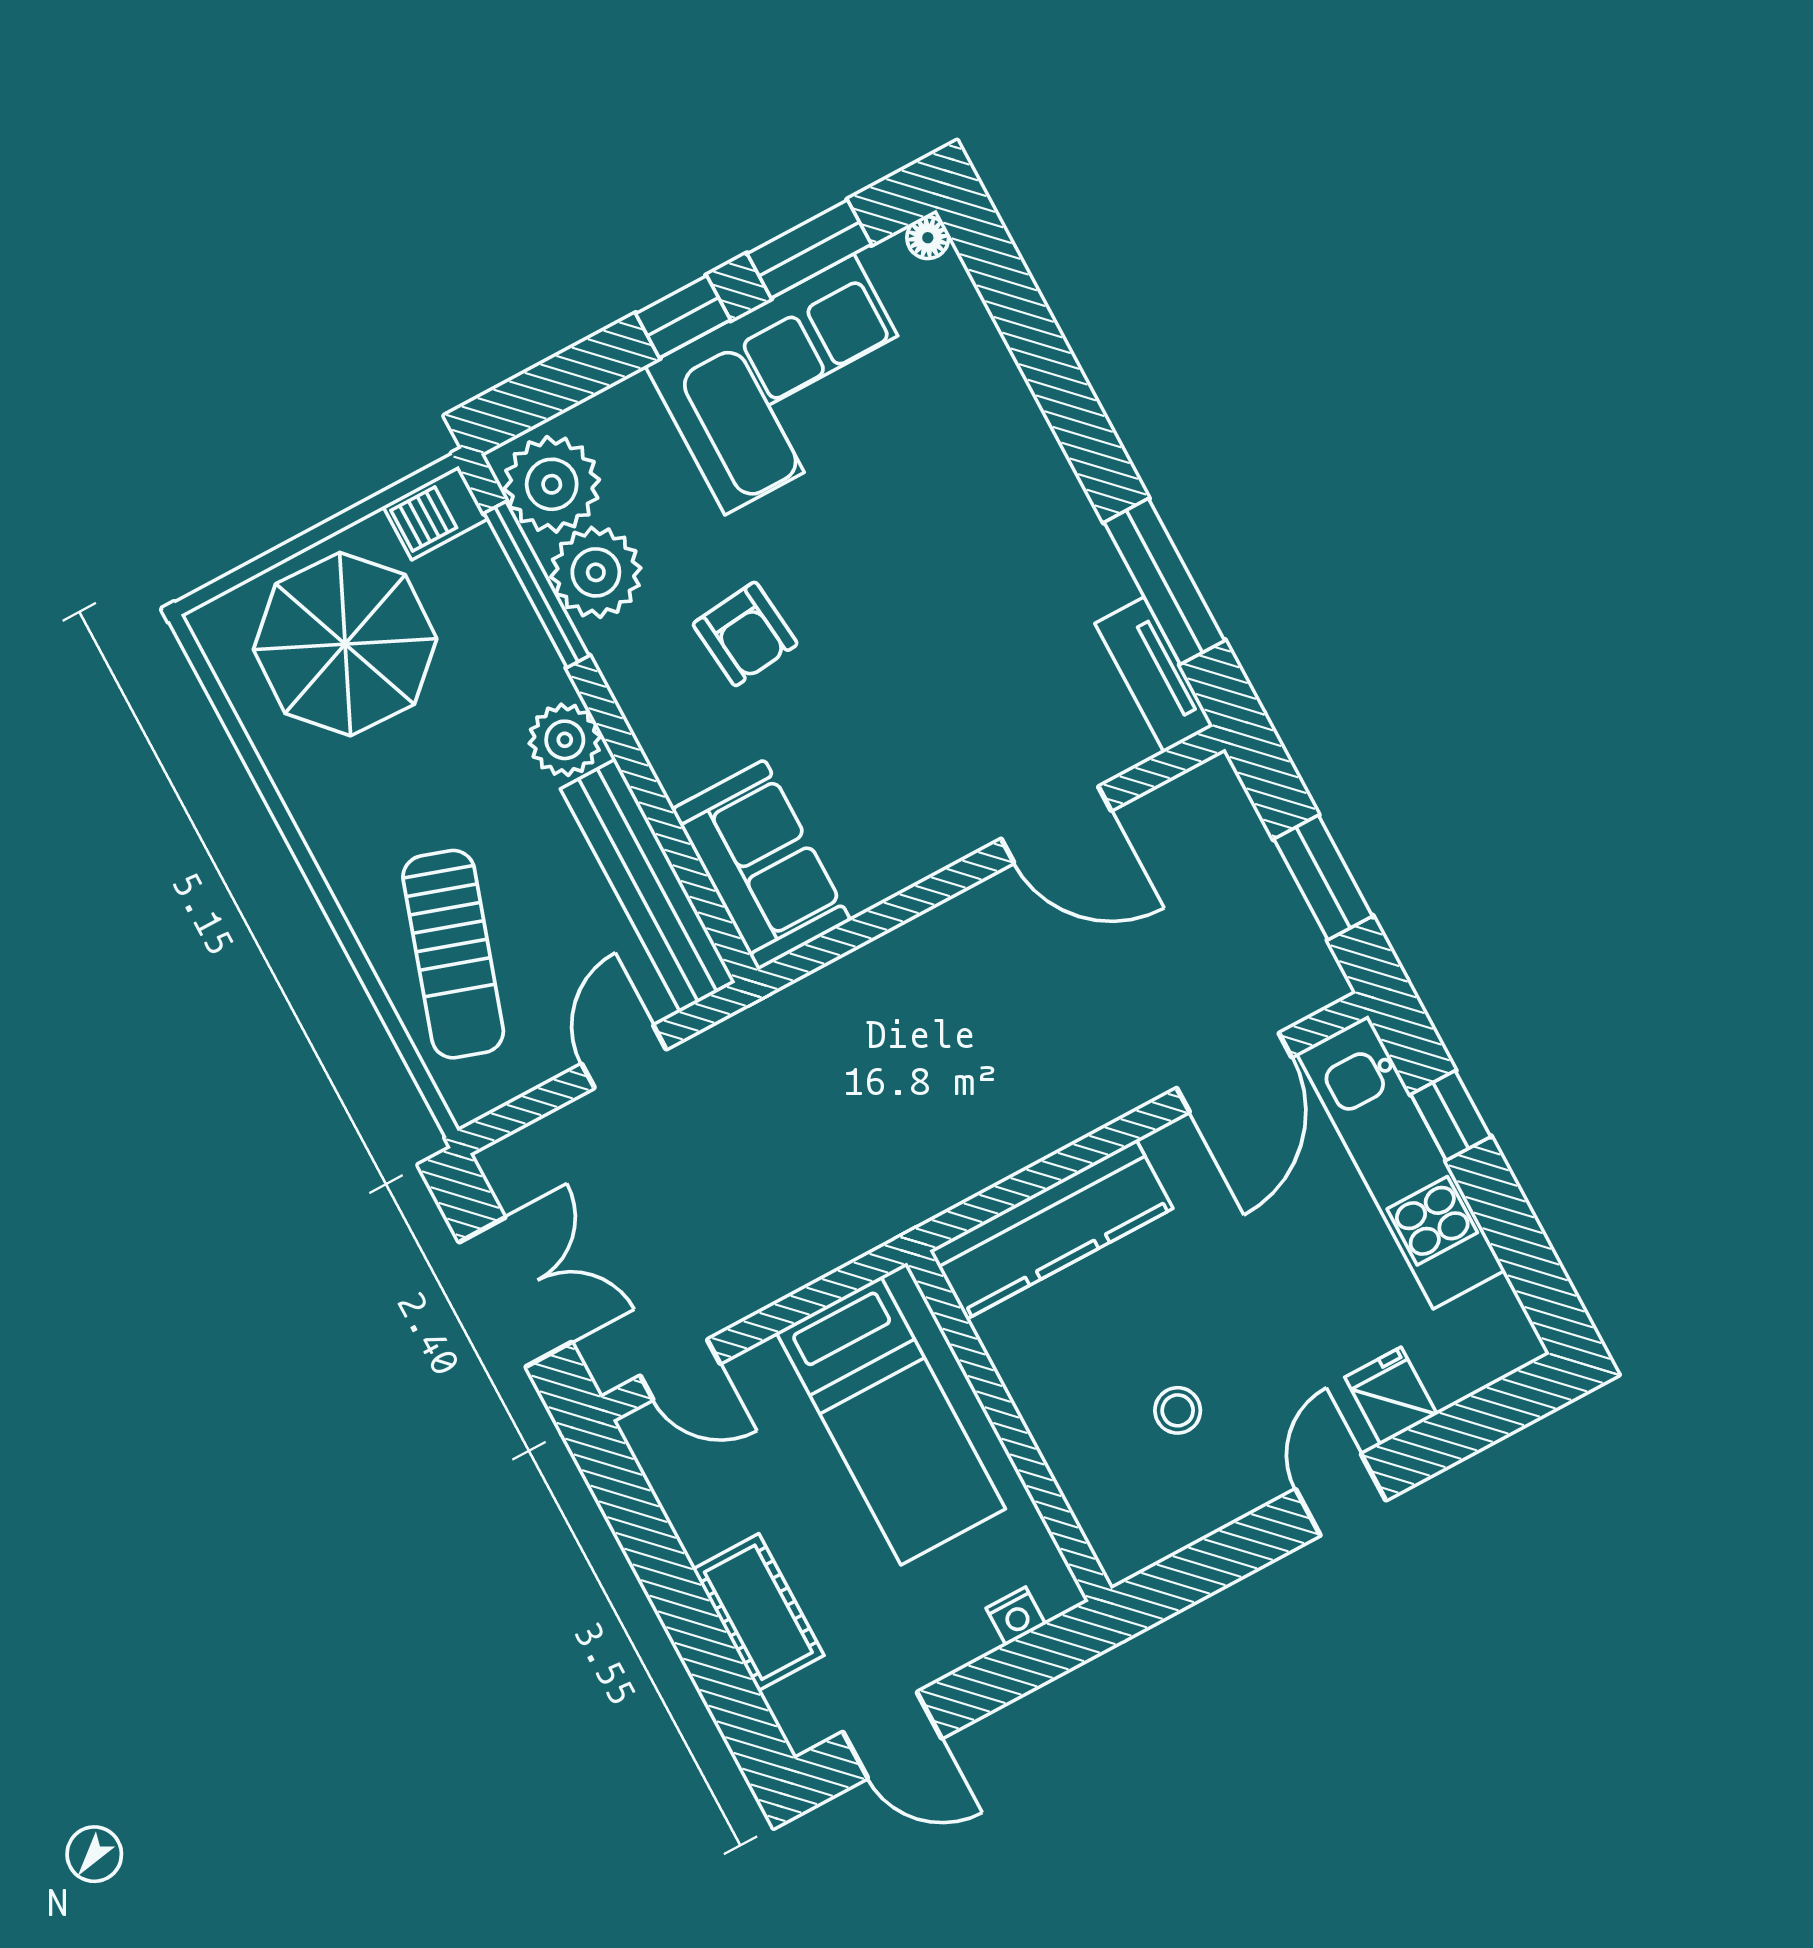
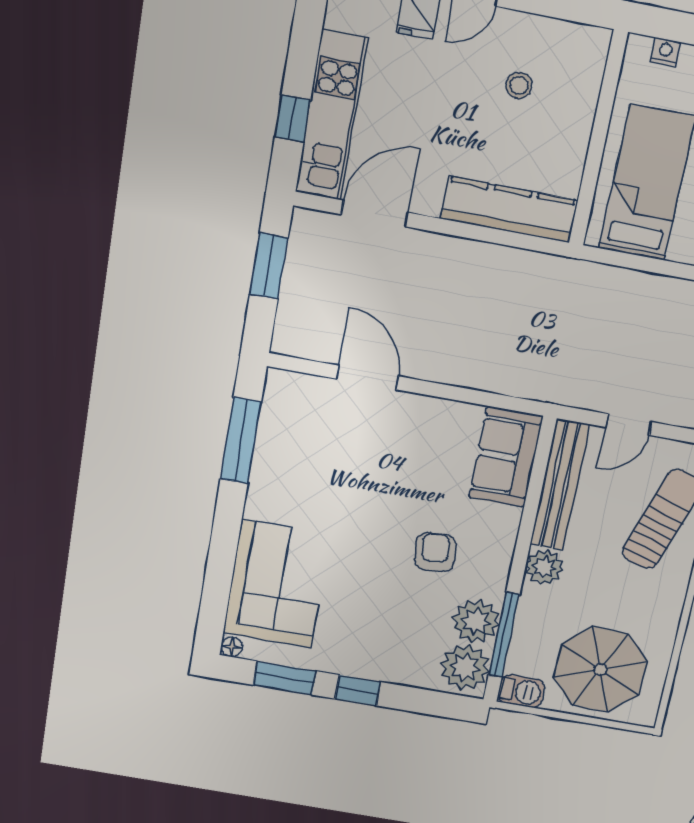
corner sofa: (789, 384) -> (277, 584), moved, turned 90
tv unit: (1154, 675) -> (276, 406), removed

